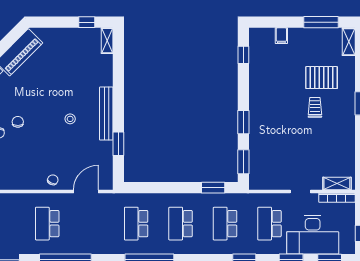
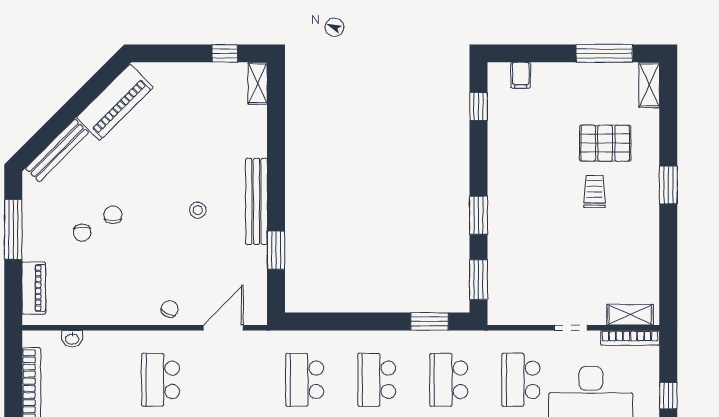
filing cabinet: (281, 36) -> (521, 75), moved

